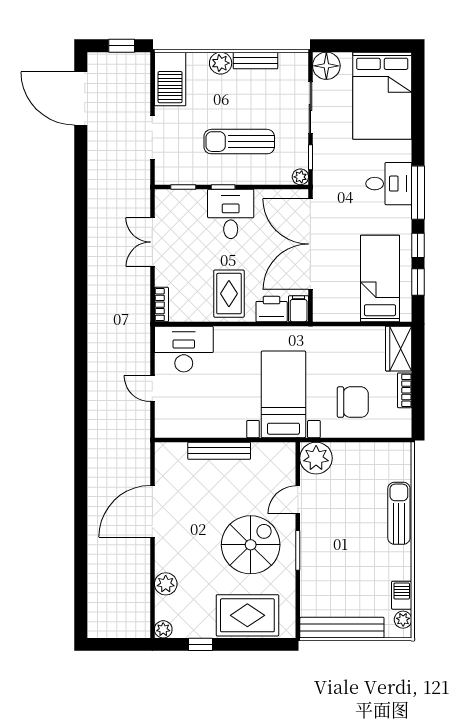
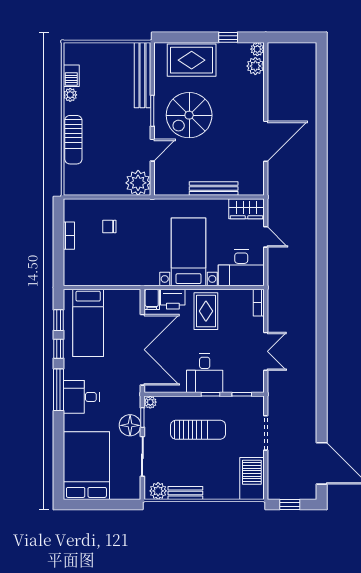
plant: (221, 63) -> (158, 491), moved
floor lamp: (326, 66) -> (130, 425), moved
wardrobe: (399, 349) -> (247, 209), moved, turned 90
bed with nightstands: (283, 394) -> (188, 252), moved, turned 180
chair: (353, 402) -> (109, 226), width x0.54, depth x0.54
plant: (166, 584) -> (255, 66), moved
plant: (403, 620) -> (70, 95), moved
bench: (342, 628) -> (142, 75), moved, turned 90

